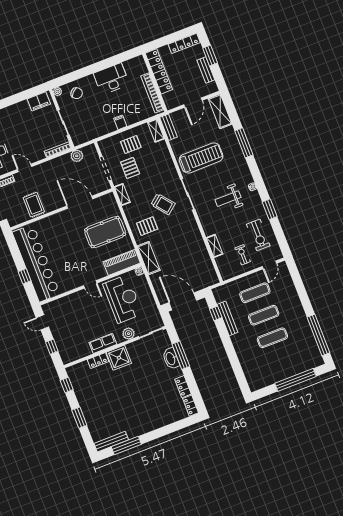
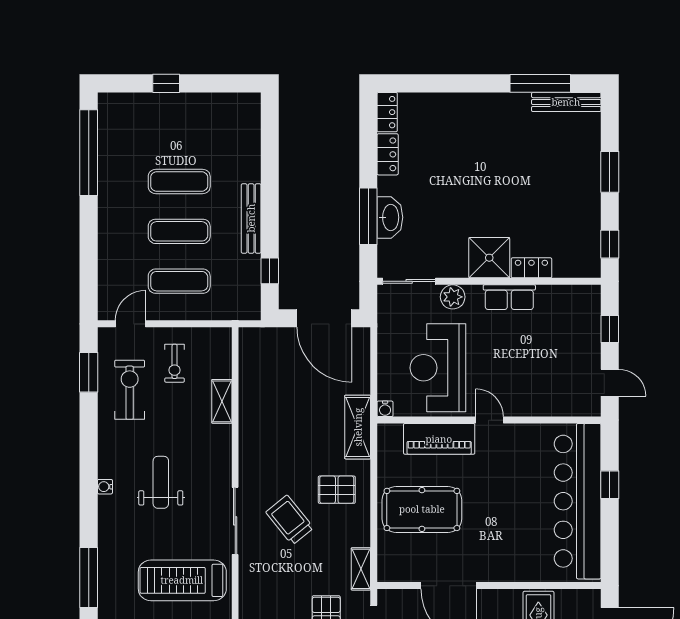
weight bench: (228, 199) -> (161, 482), turned -90
window: (270, 209) -> (89, 372), moved
piano: (122, 262) -> (439, 439), moved
bench: (227, 318) -> (251, 218), moved
window: (296, 380) -> (166, 83), width x0.32

